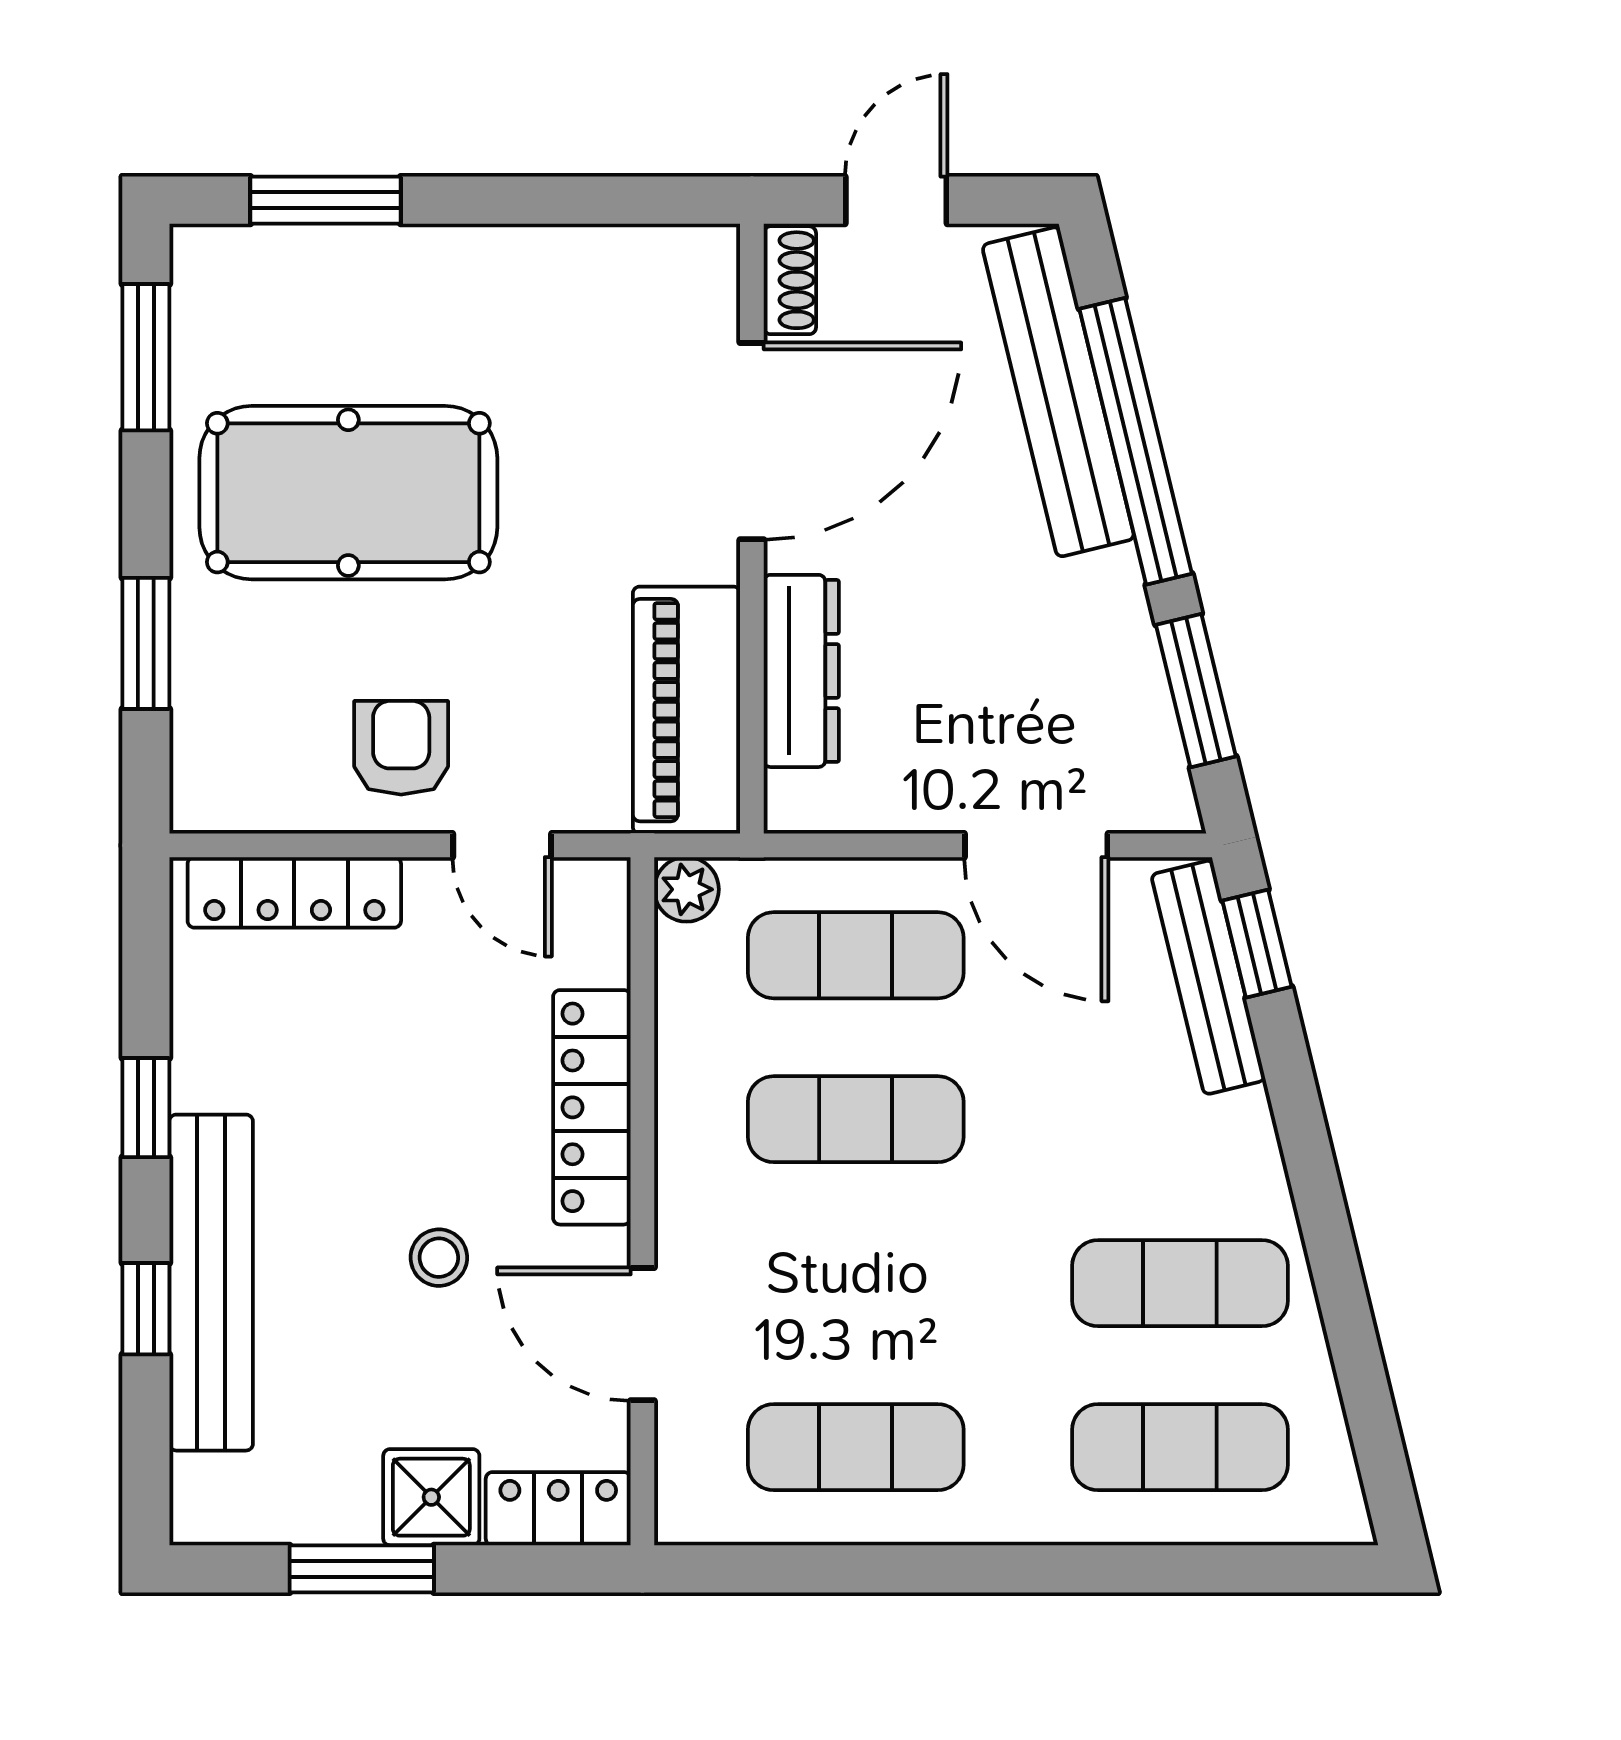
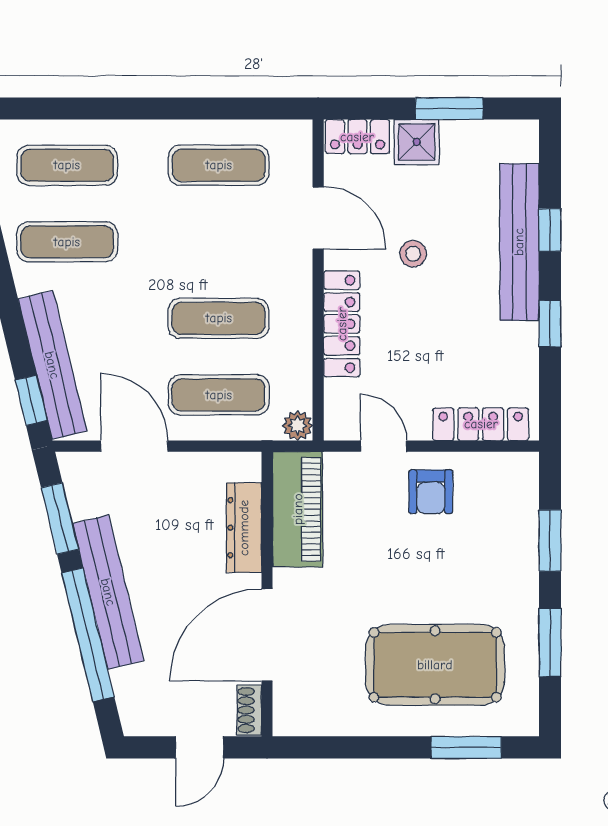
window: (146, 357) -> (550, 643), moved
bench: (1058, 392) -> (108, 592), moved
pool table: (348, 493) -> (435, 665), moved
bench: (1208, 977) -> (52, 365), width x1.37, depth x1.21

